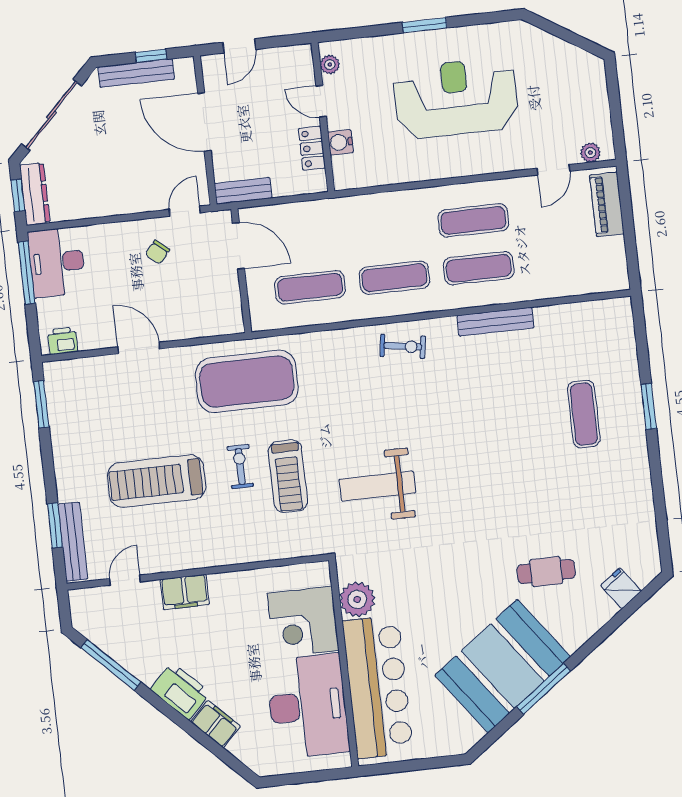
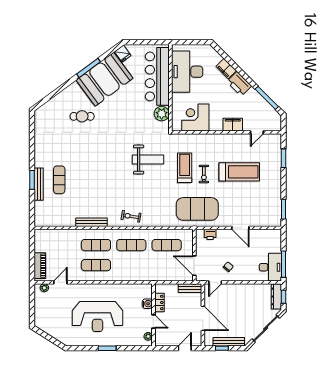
printer: (63, 341) -> (210, 234), moved
bench: (73, 542) -> (39, 184), moved
fridge: (621, 588) -> (123, 54), moved
corner desk: (303, 622) -> (195, 118), moved, turned -90

